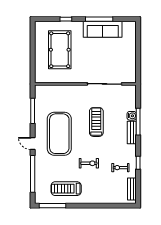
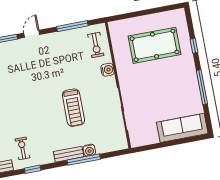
sofa: (103, 29) -> (182, 128), moved, turned 90
water cooler: (72, 90) -> (108, 70), added
treadmill: (96, 122) -> (73, 108), turned 90
exercise mat: (59, 134) -> (50, 65), removed
exercise bike: (89, 163) -> (96, 45), moved

